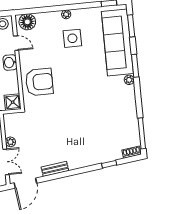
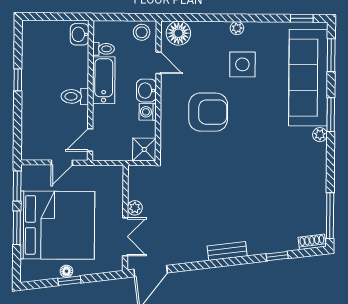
washing machine: (12, 77) -> (148, 112), added
armchair: (39, 82) -> (208, 112), moved
bench: (55, 169) -> (227, 251), moved

